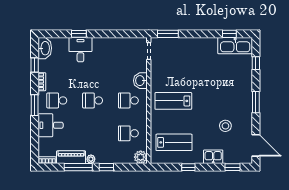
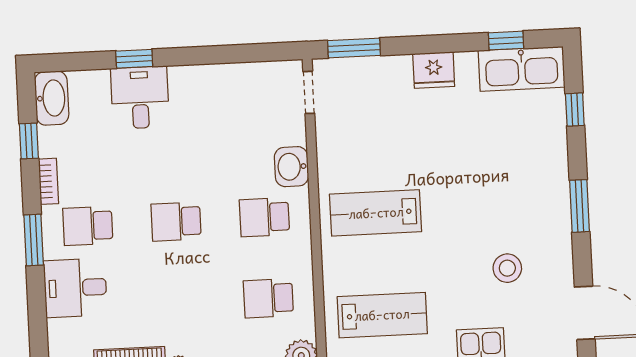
fridge: (200, 44) -> (434, 70), added

